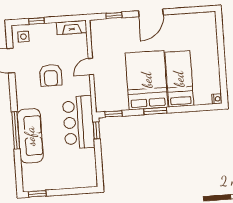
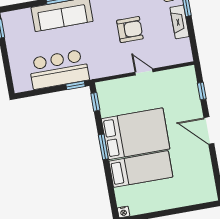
fireplace: (72, 27) -> (180, 22), moved
armchair: (51, 75) -> (130, 30), turned 180
bar counter: (79, 122) -> (59, 69), moved

